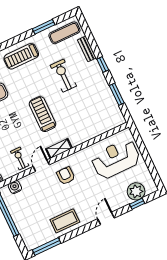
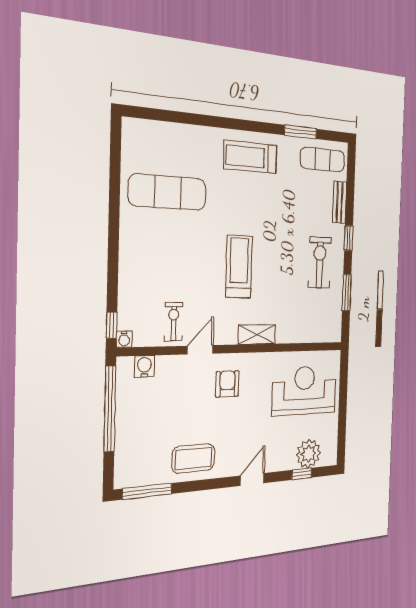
exercise bike: (63, 76) -> (320, 262), moved
shelving: (59, 149) -> (257, 335), moved

